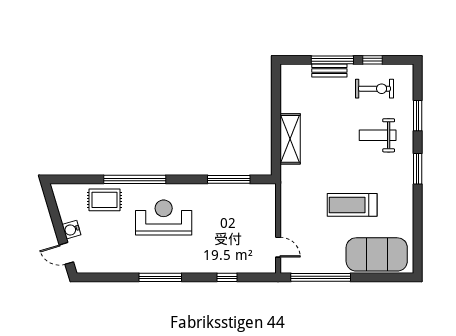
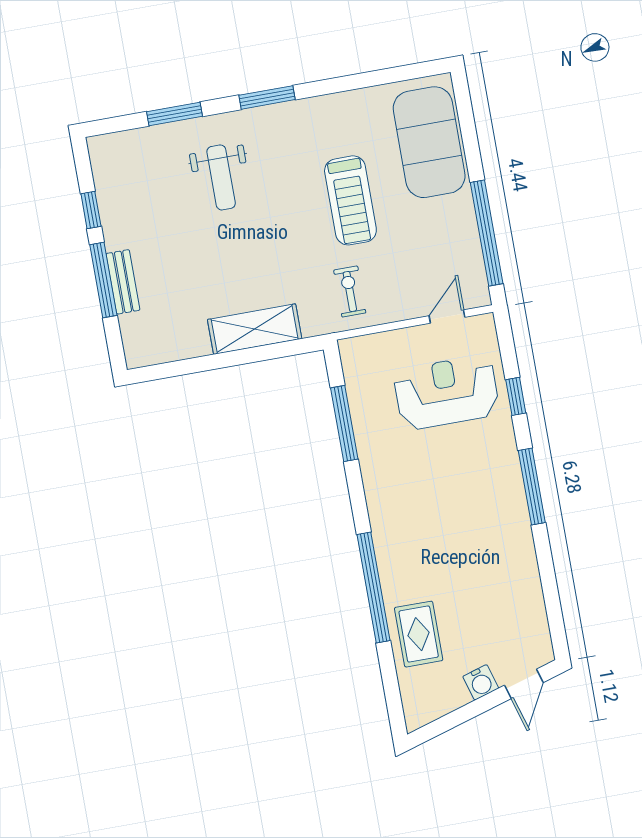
exercise bike: (374, 89) -> (350, 291), moved, width x0.73, depth x0.72
reception desk: (164, 217) -> (446, 392), moved, turned 90
window: (160, 277) -> (532, 487), moved

